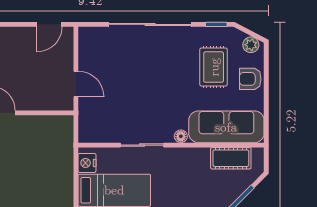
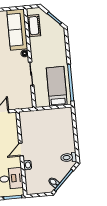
nightstand: (87, 163) -> (43, 102), removed

